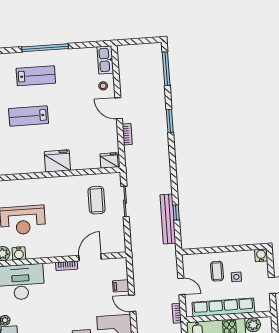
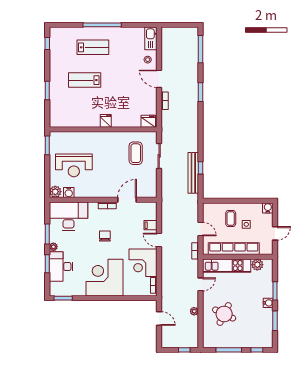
fridge: (57, 161) -> (106, 121), width x0.53, depth x0.75
chair: (66, 303) -> (105, 236), added

